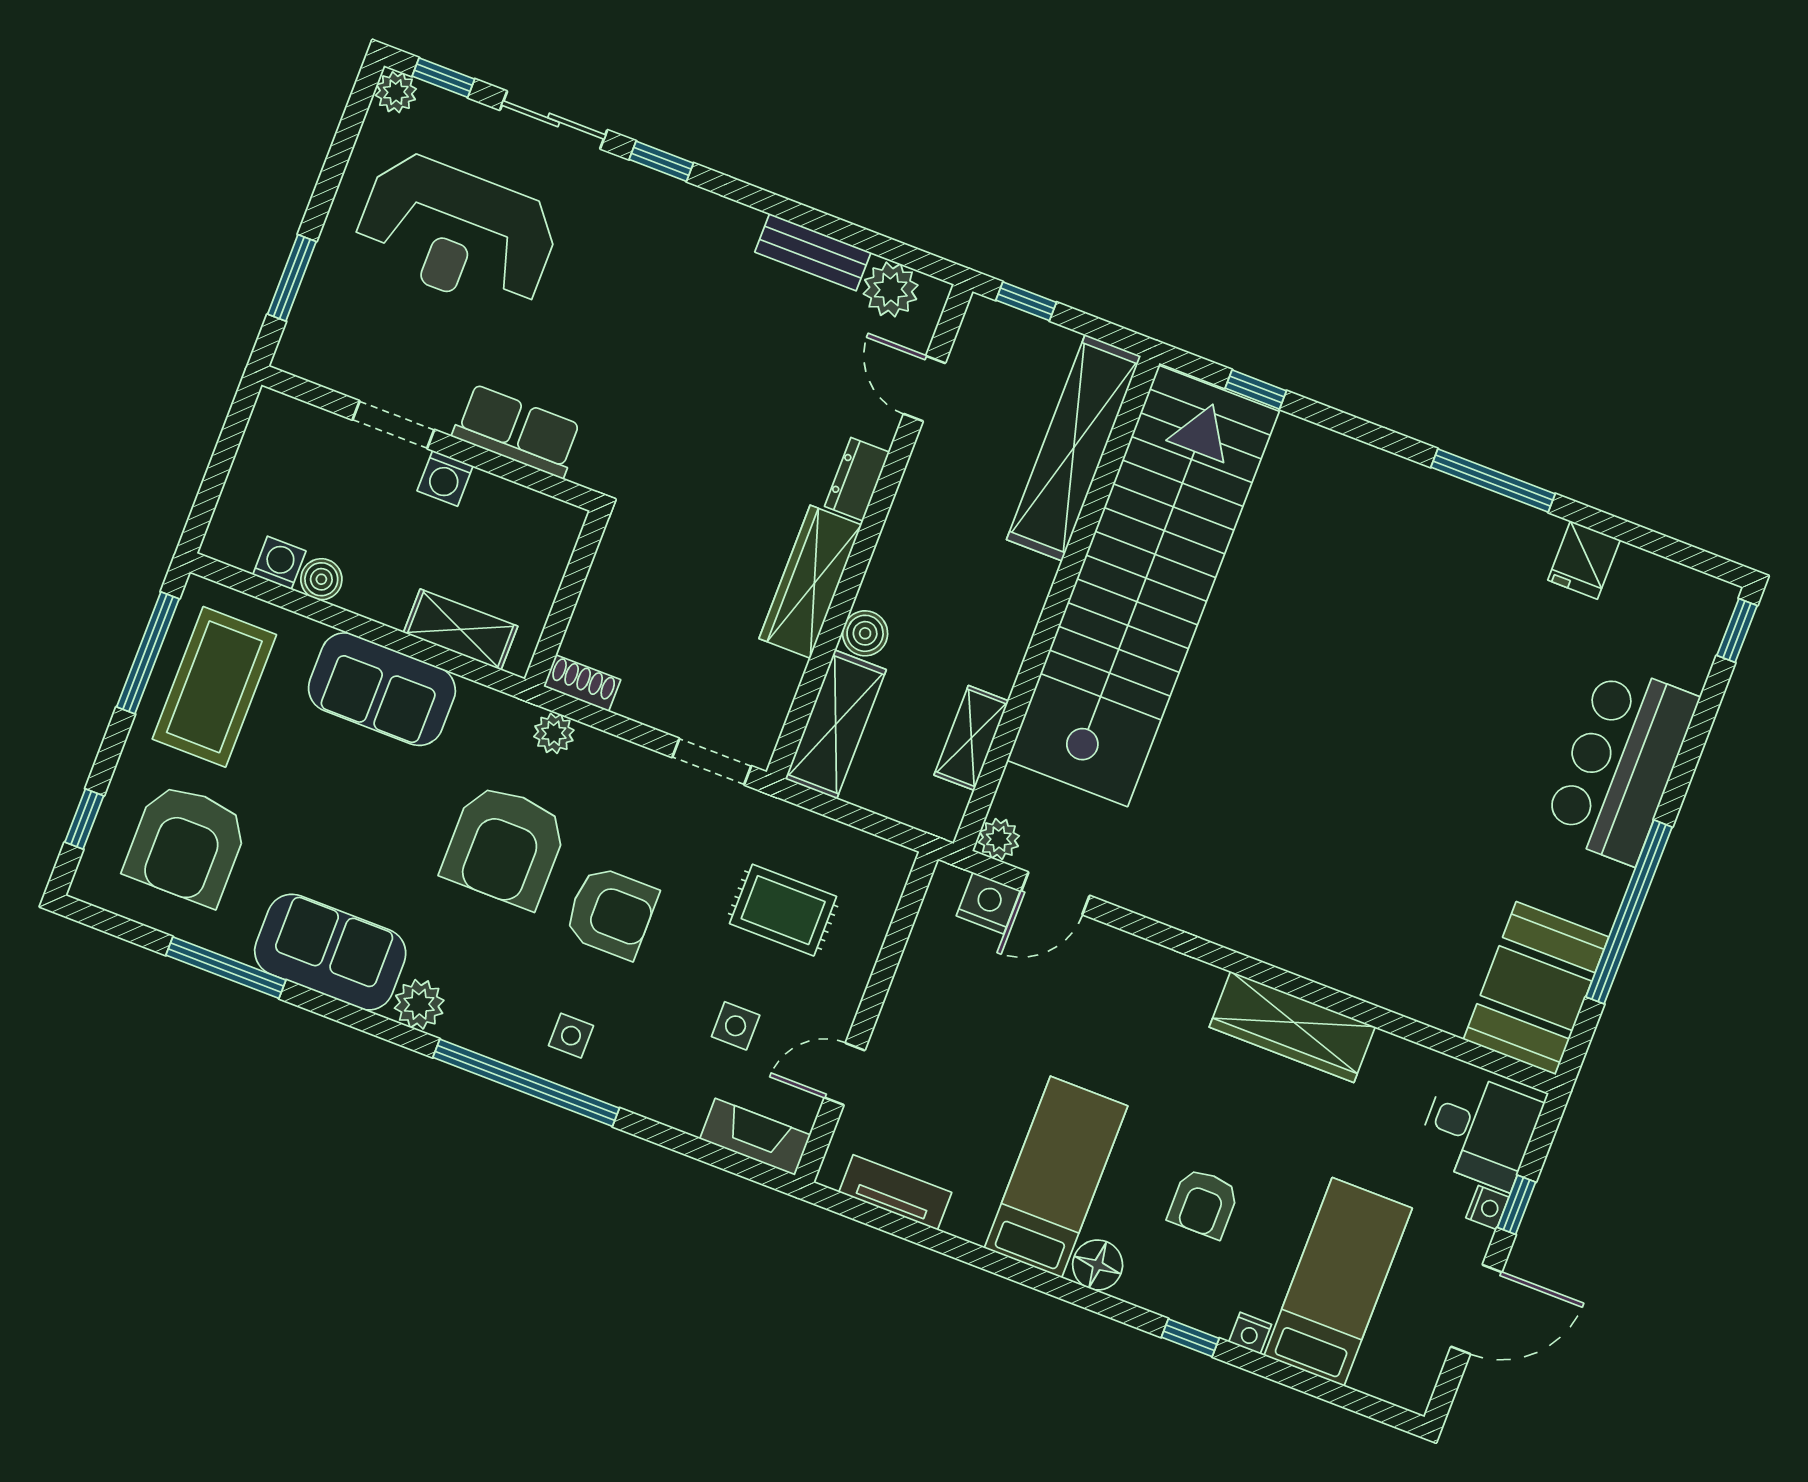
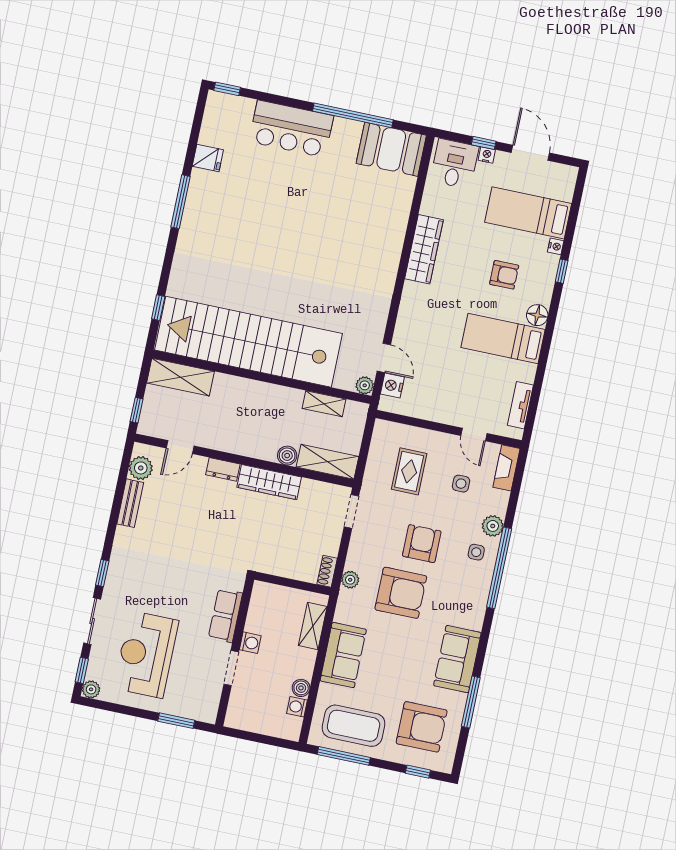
reception desk: (457, 233) -> (146, 654), turned 180
shelving: (1074, 448) -> (180, 377), width x0.68
plant: (419, 1004) -> (493, 526), moved

